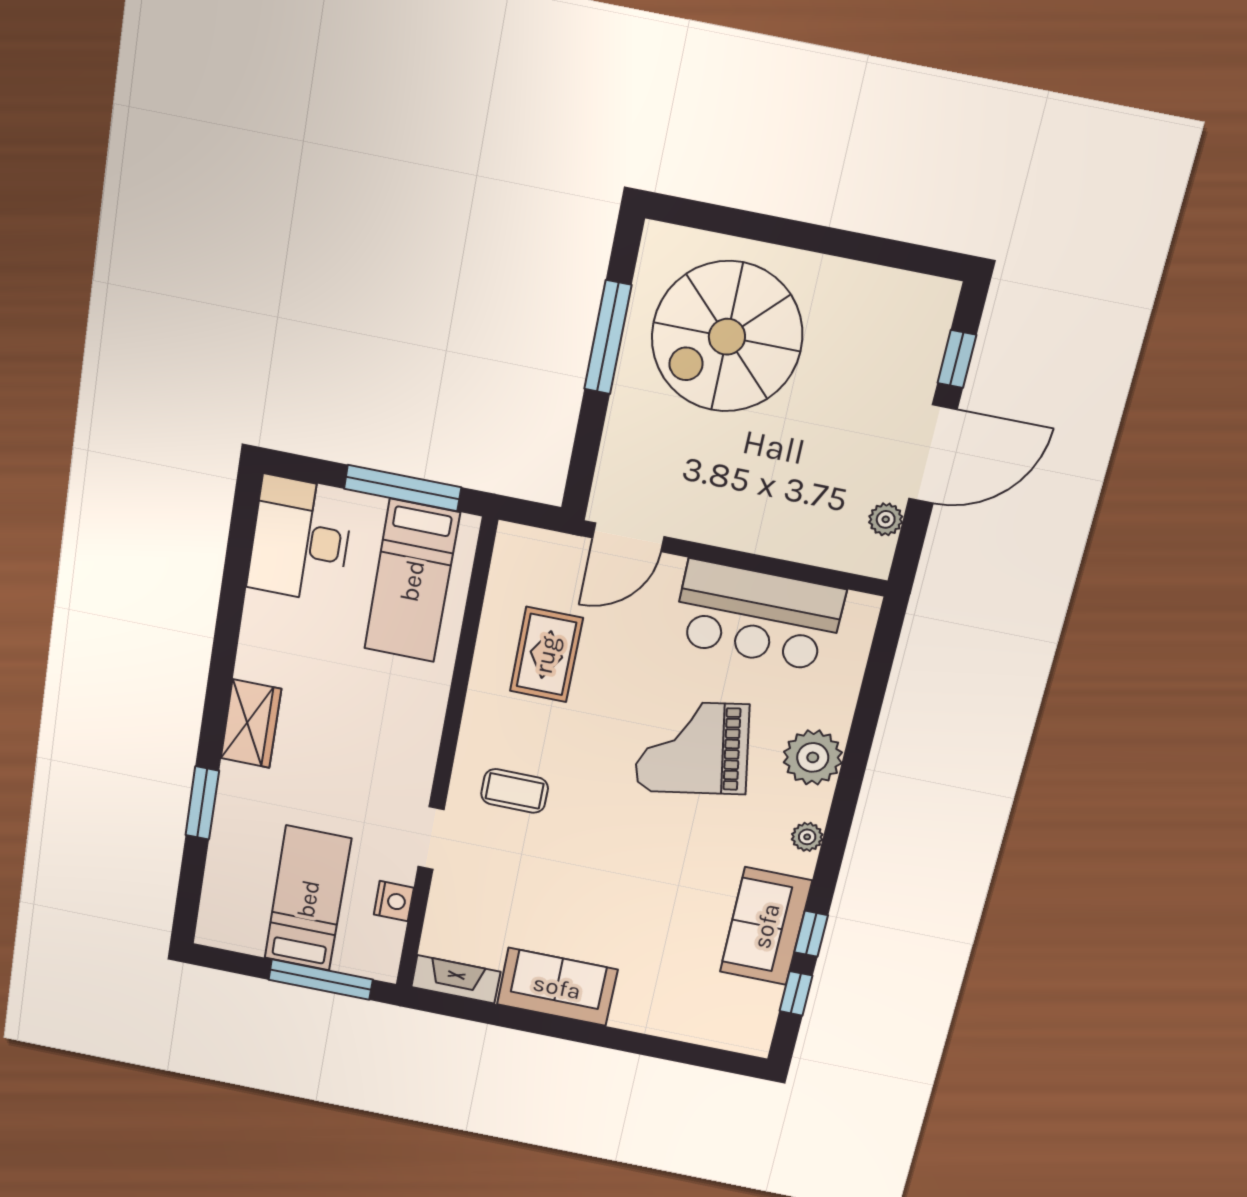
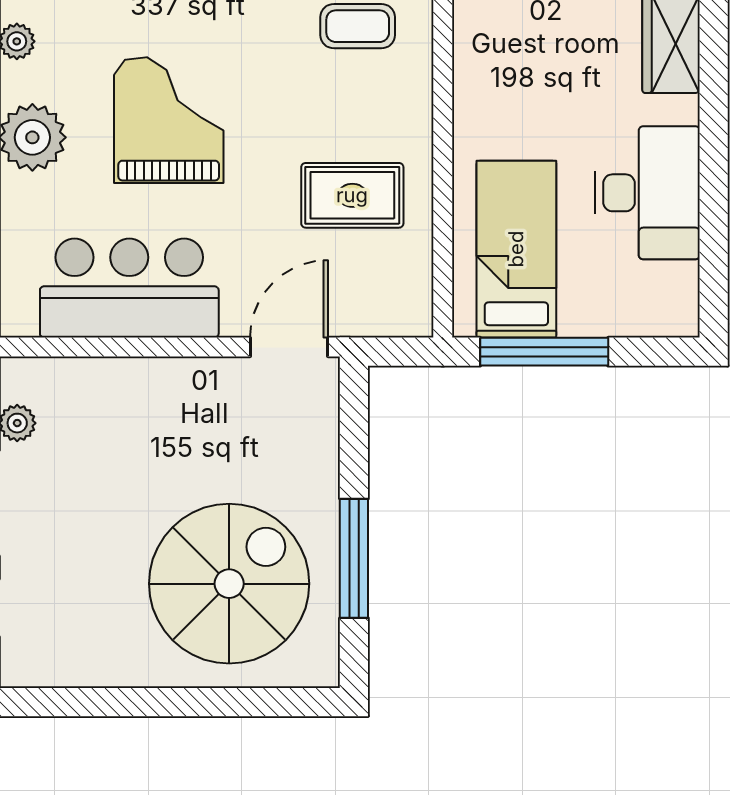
desk: (300, 539) -> (647, 193), moved
rug: (546, 655) -> (352, 195), turned 90
grand piano: (692, 748) -> (169, 120), turned -80

